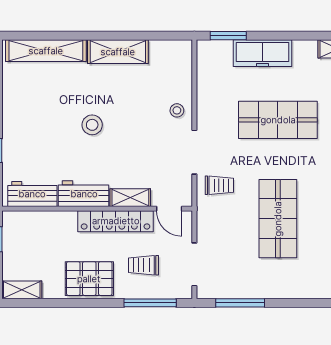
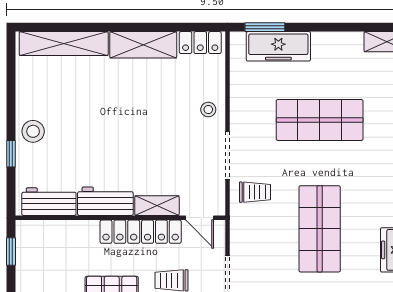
locker: (170, 50) -> (200, 43), added
freezer: (263, 53) -> (278, 46), moved
stool: (92, 125) -> (33, 131), moved

